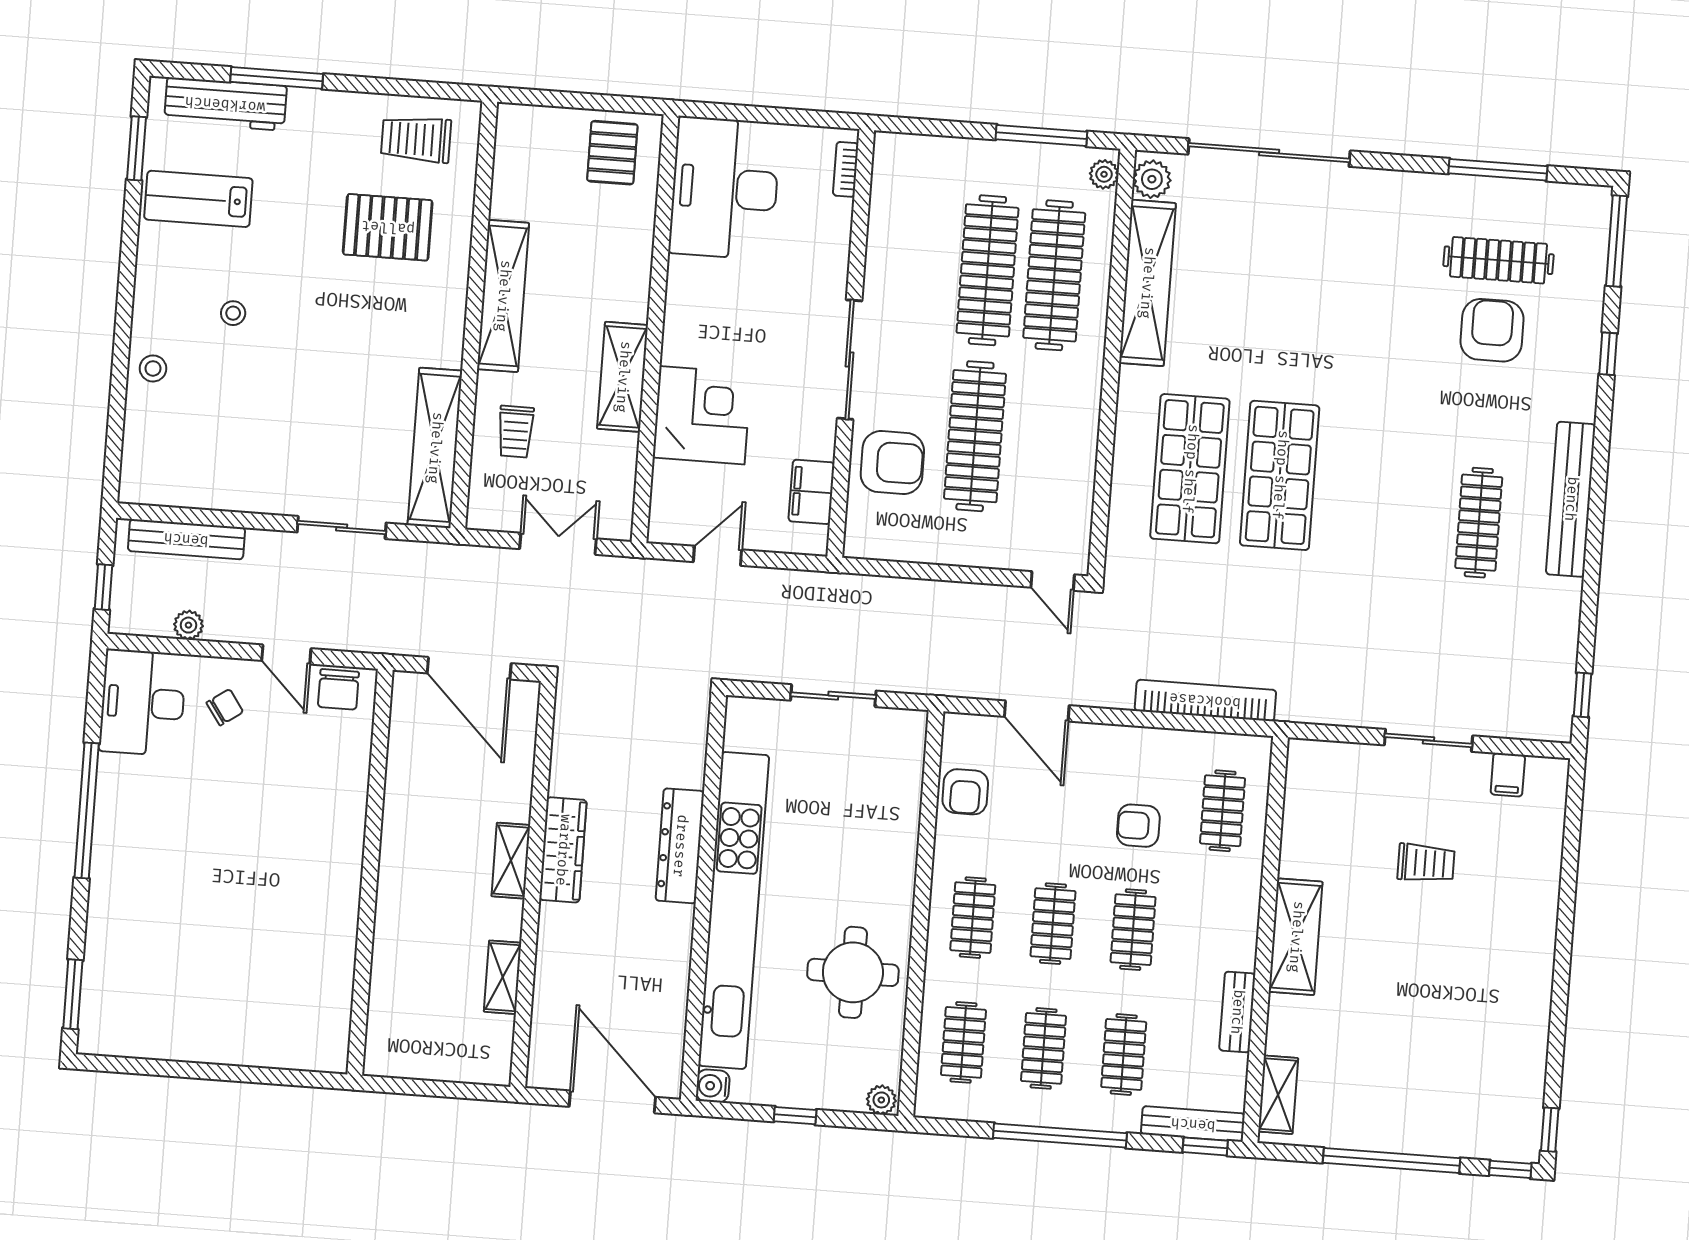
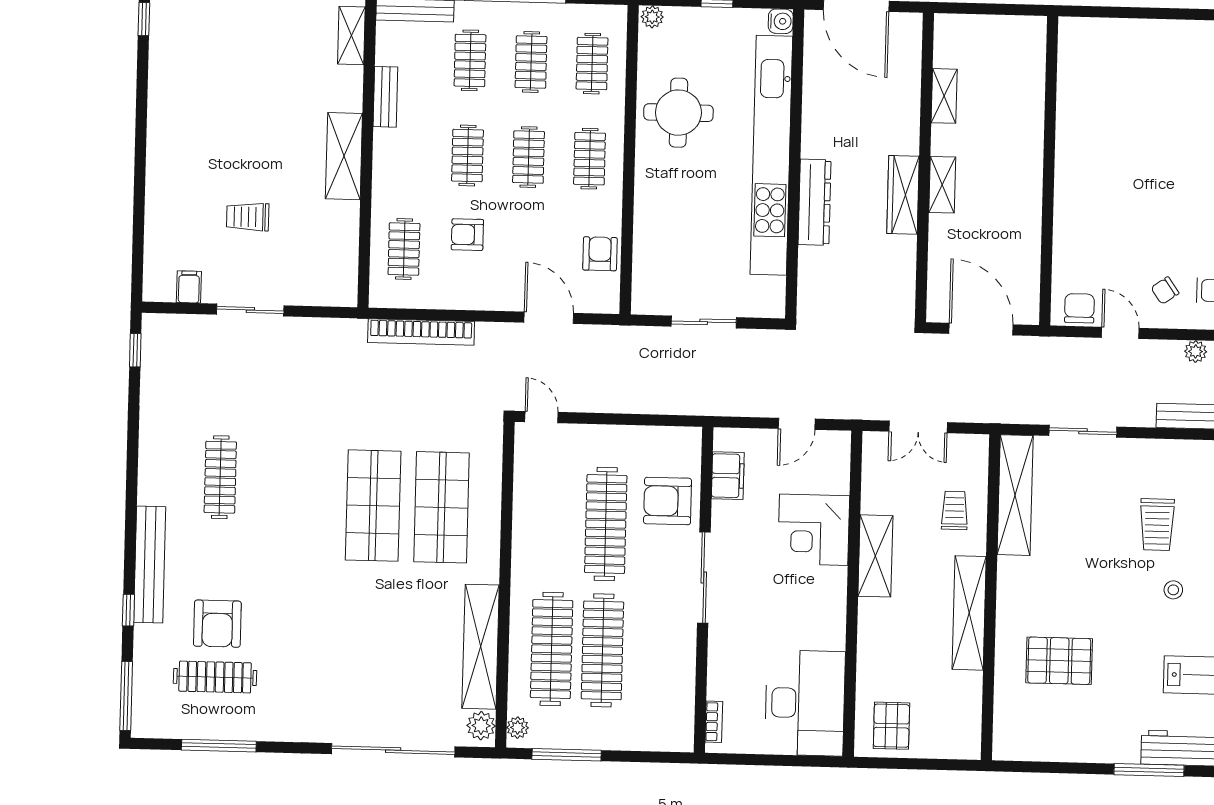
trolley: (416, 139) -> (1157, 525), moved, turned 90
bench: (1571, 499) -> (150, 565), moved
armchair: (1138, 826) -> (467, 235), turned 180

